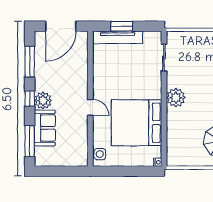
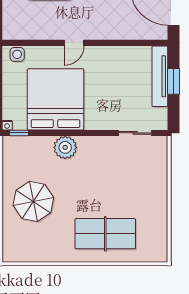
plant: (176, 98) -> (65, 147), moved
window: (164, 153) -> (19, 133), added

